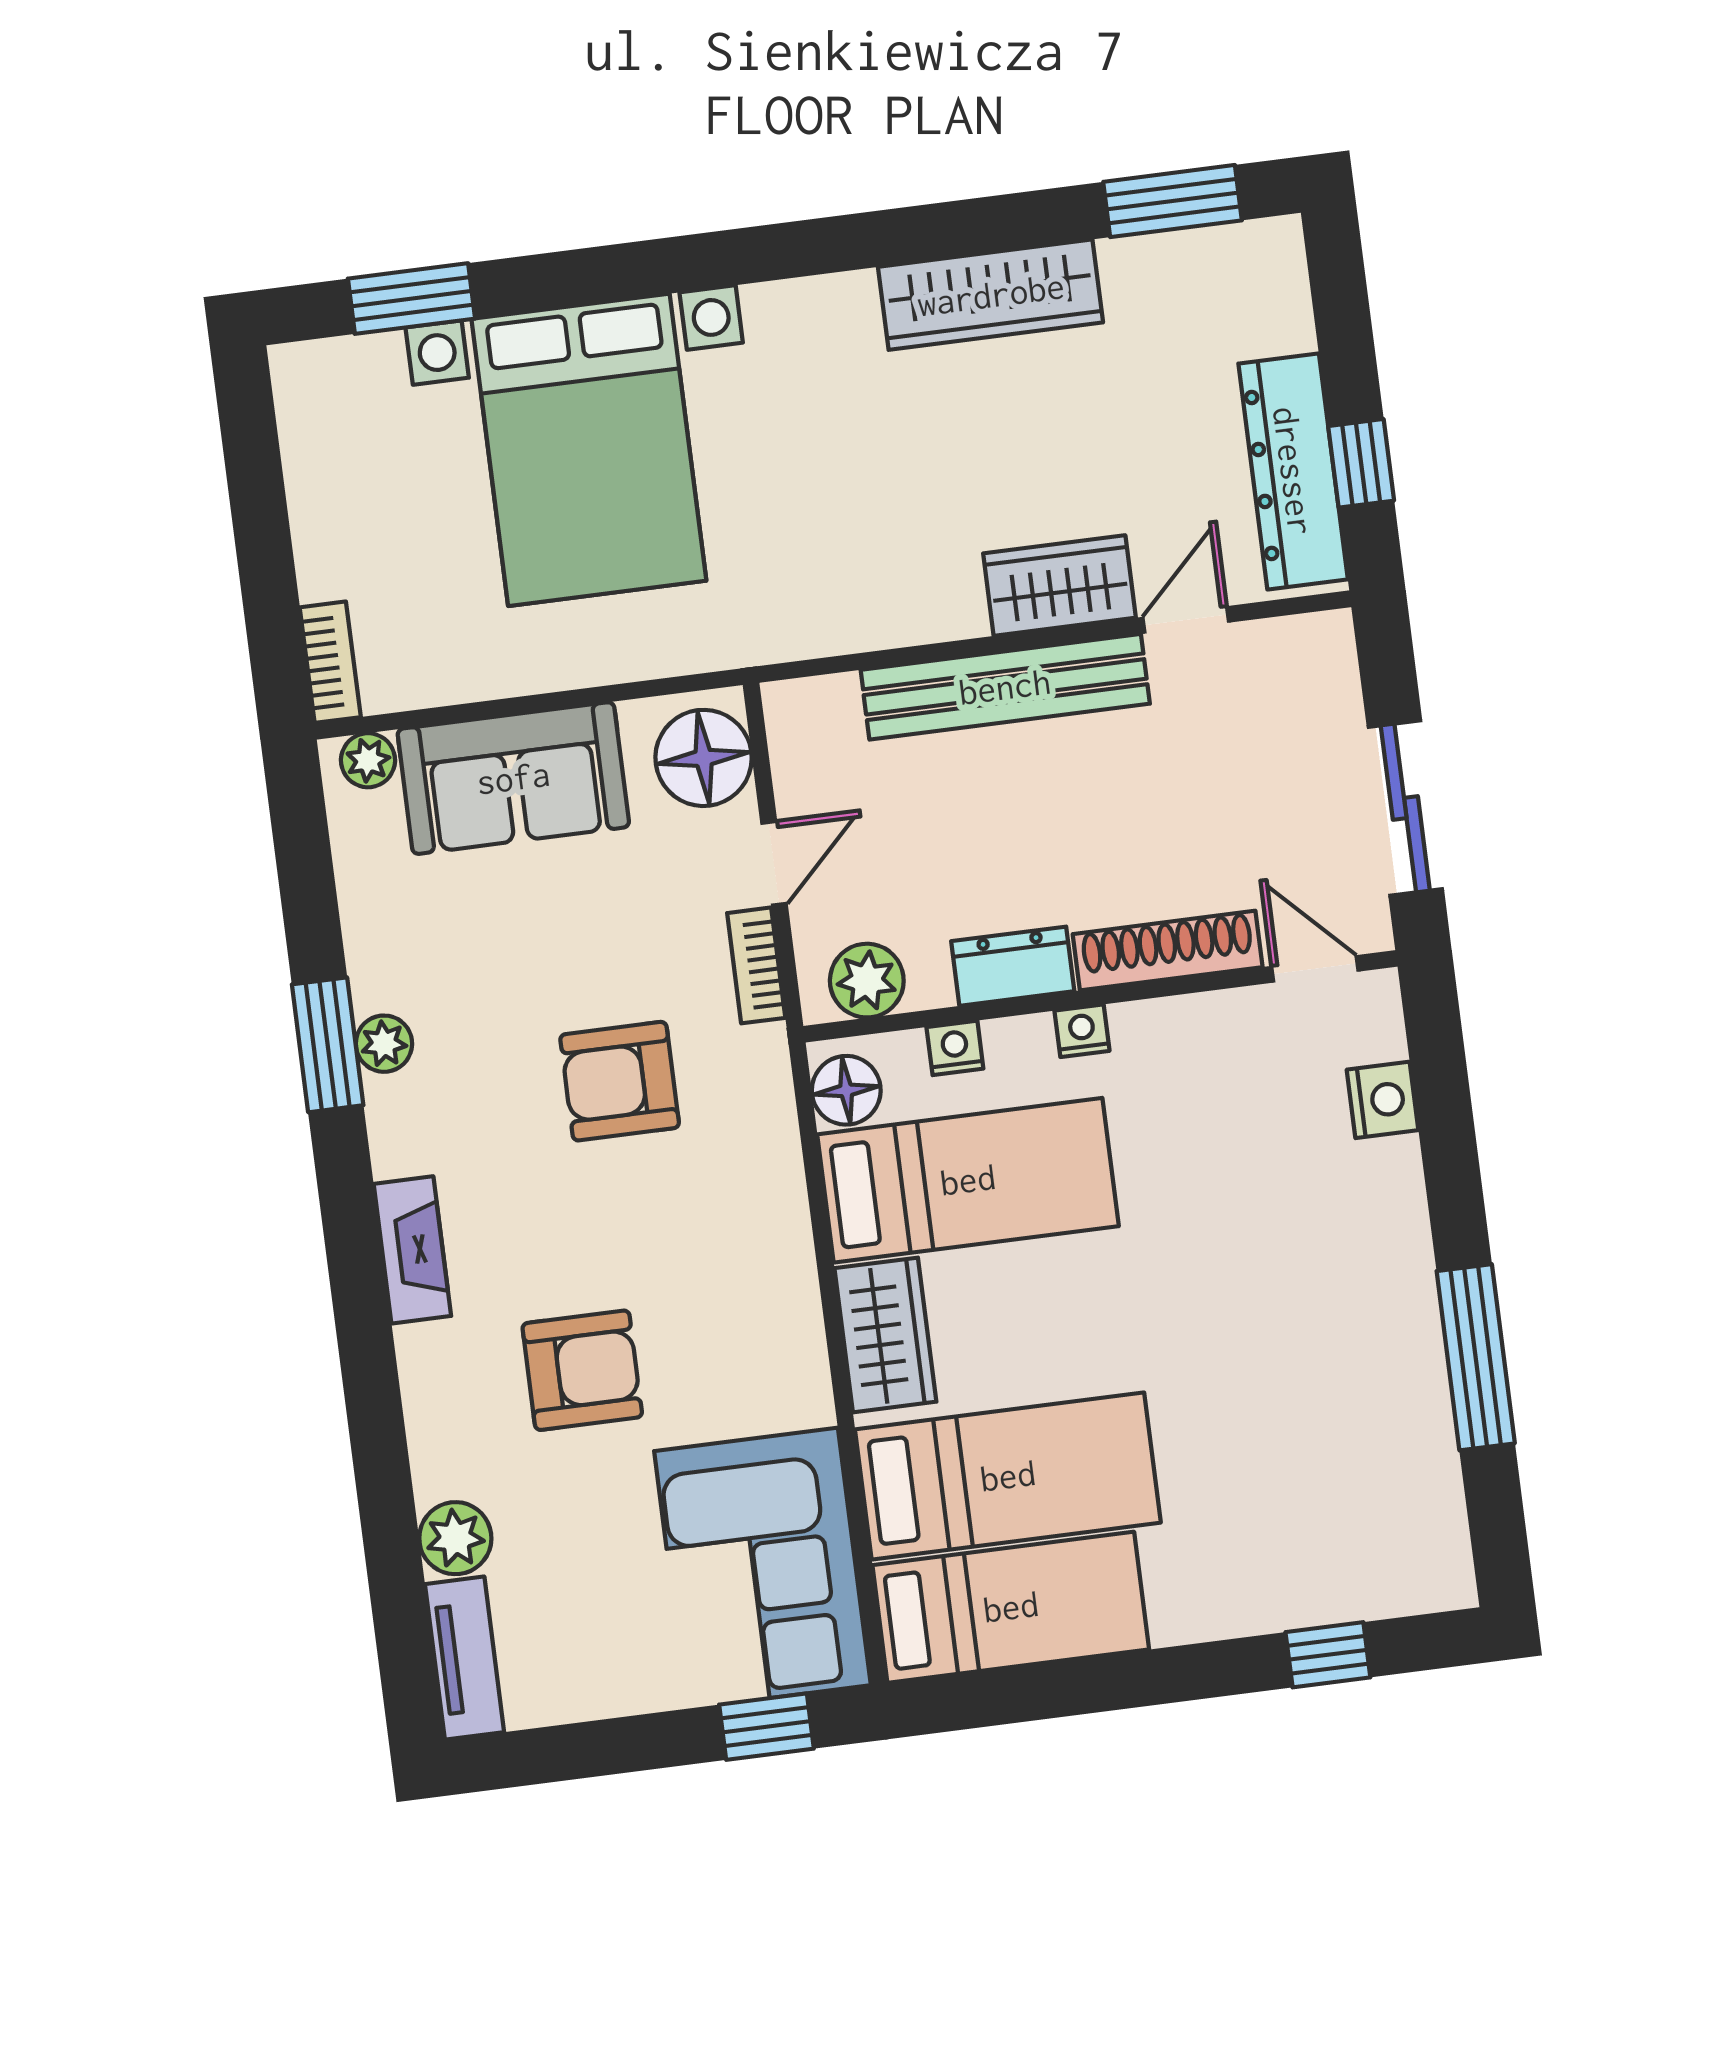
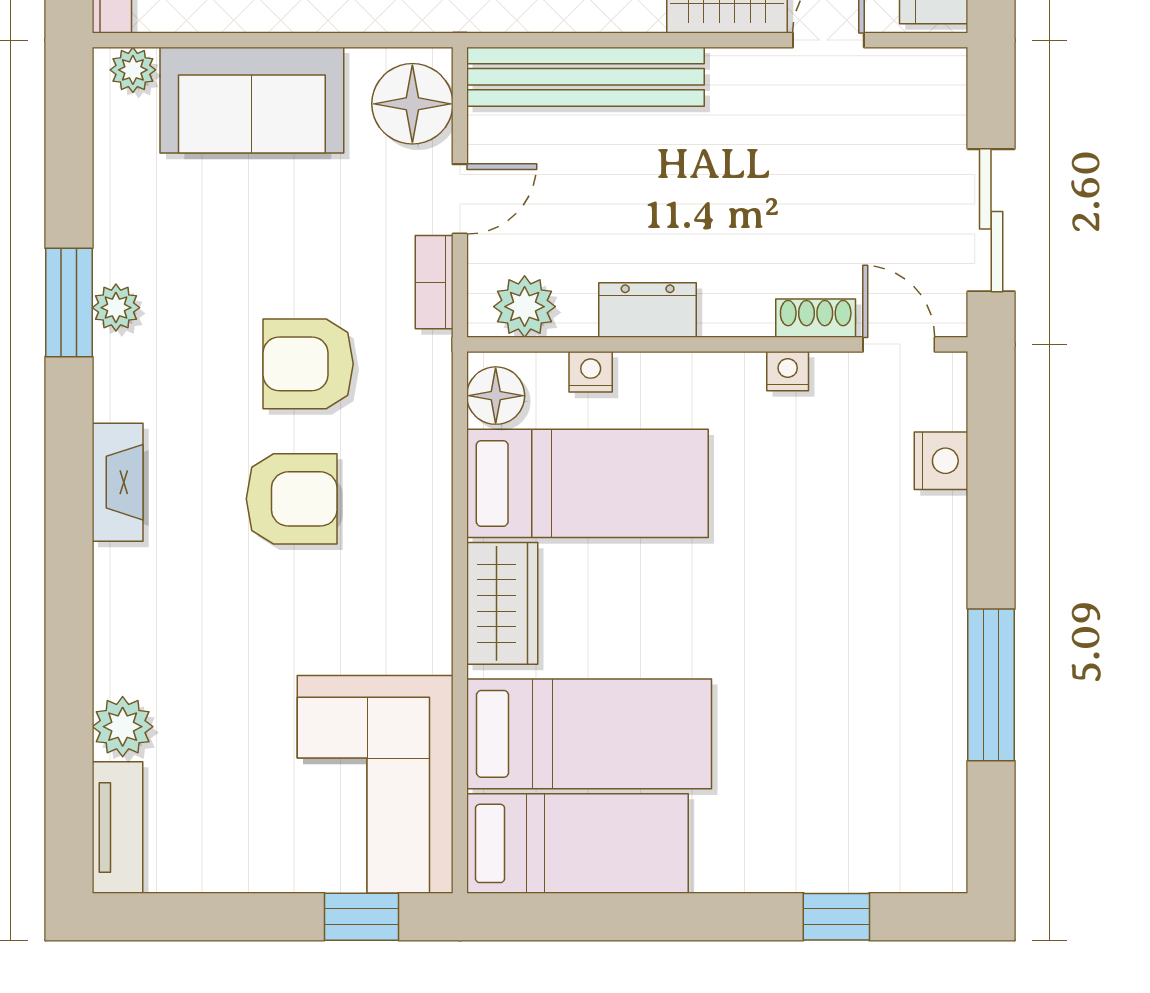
bench: (1005, 687) -> (585, 77), moved
shoe rack: (1168, 951) -> (816, 318), width x0.51, depth x0.81
nightstand: (1082, 1031) -> (788, 371), moved
armchair: (582, 1370) -> (292, 499), moved

